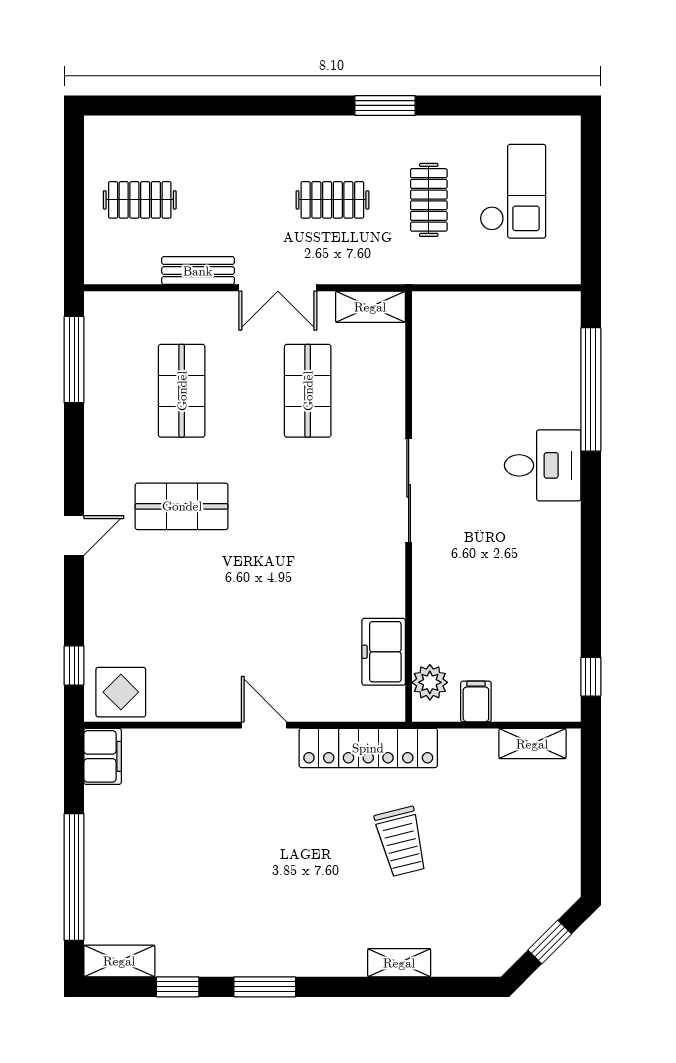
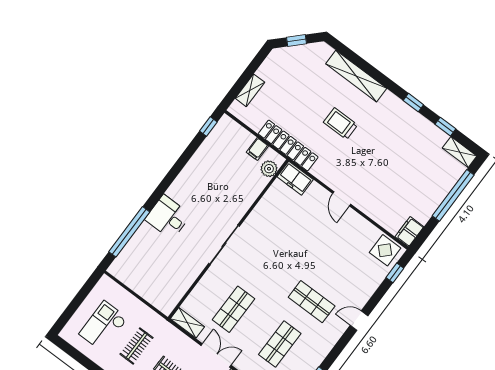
freezer: (384, 652) -> (295, 178), moved, turned 90
shelving: (532, 744) -> (250, 90), moved, turned 90
locker: (368, 748) -> (288, 145), moved
trolley: (401, 842) -> (341, 124), moved, turned -76
shelving: (399, 963) -> (356, 76), width x2.20, depth x1.33
window: (265, 987) -> (413, 103), width x0.67

